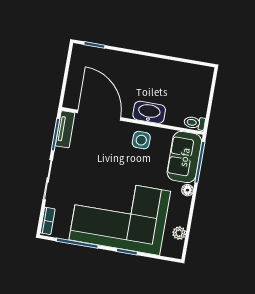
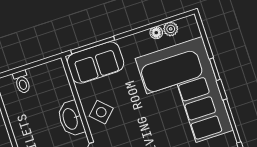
toilet: (195, 123) -> (22, 82), moved
side table: (141, 140) -> (101, 112), turned 45
floor lamp: (187, 190) -> (156, 33), moved

